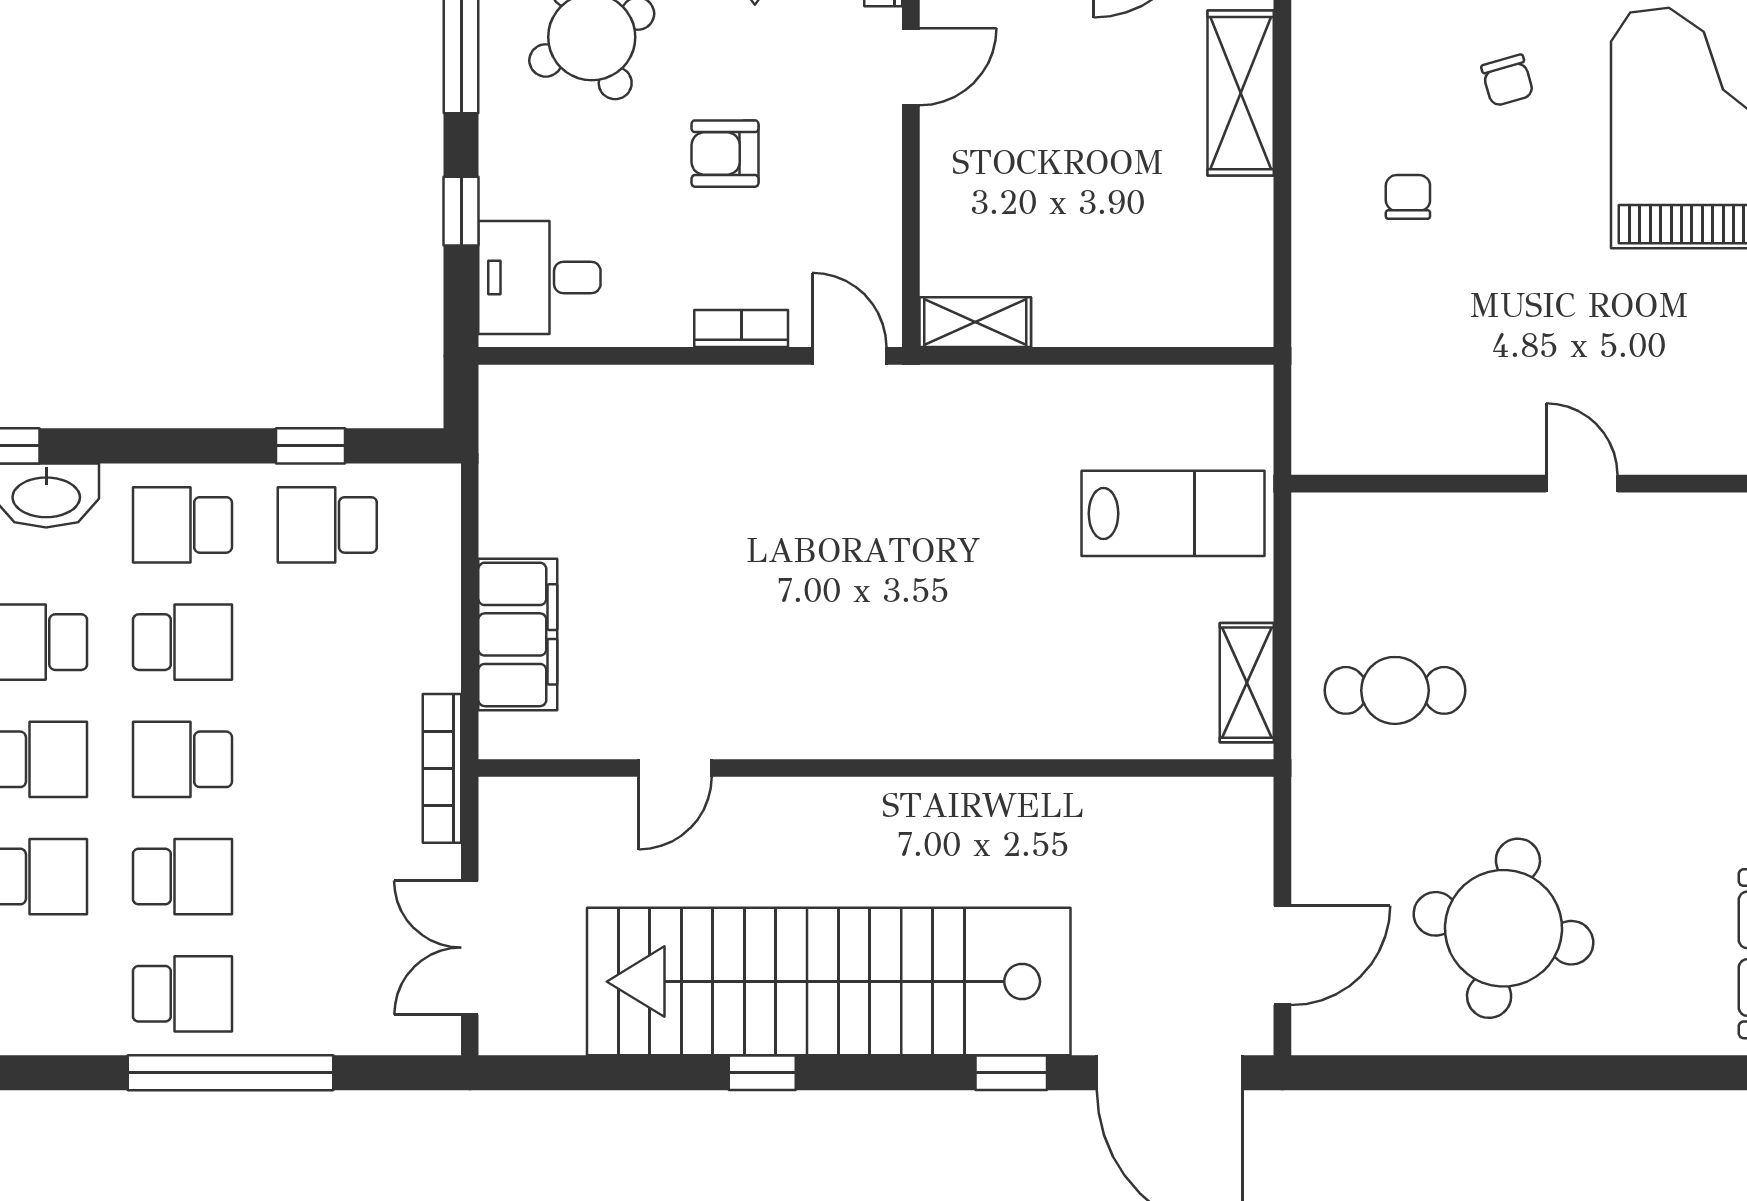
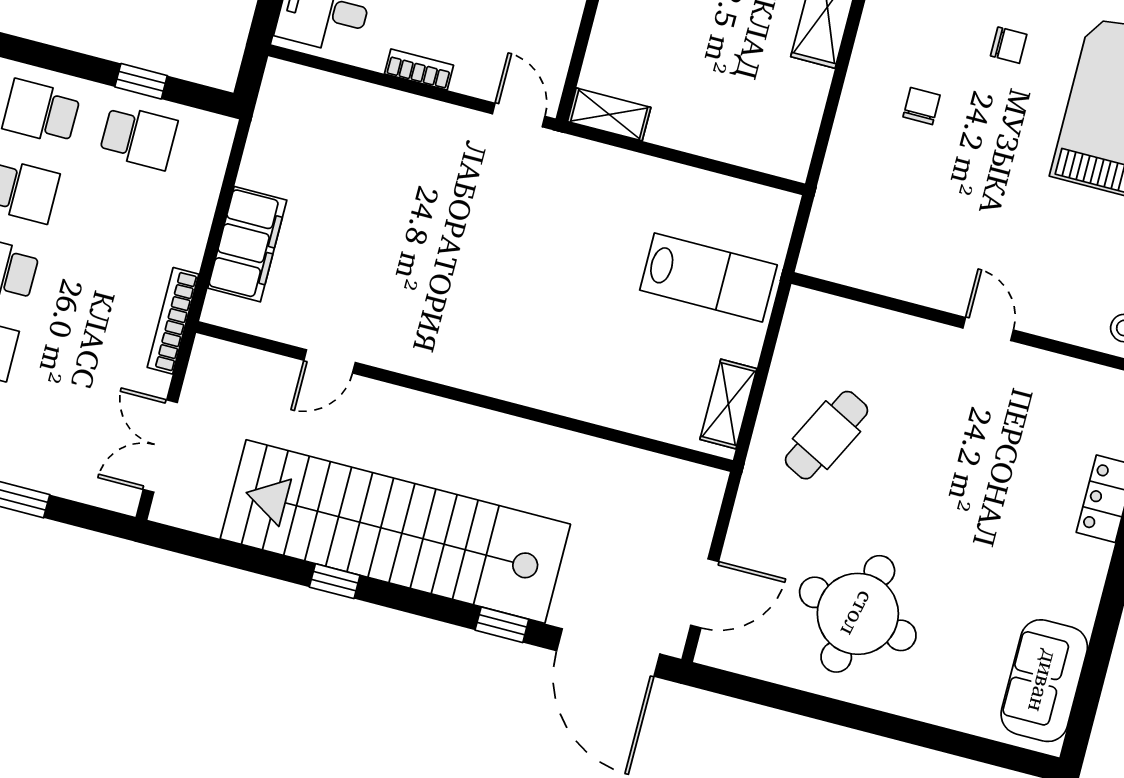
chair: (1507, 80) -> (1009, 45), turned -74
bookcase: (741, 329) -> (419, 70), moved
school desk: (327, 525) -> (139, 137), turned 180
cafe table: (1395, 690) -> (826, 435), turned -63

